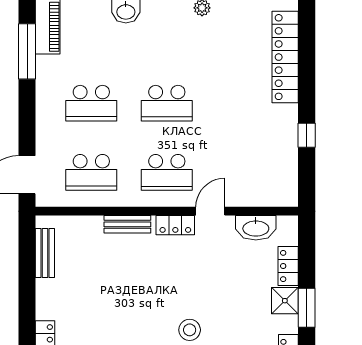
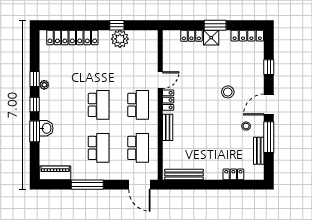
window: (27, 51) -> (87, 185), moved
plant: (283, 141) -> (120, 39), added
door: (210, 211) -> (160, 80), swing flipped
washbasin: (256, 228) -> (170, 54), removed
bench: (45, 253) -> (184, 174), width x1.36

